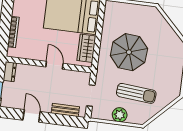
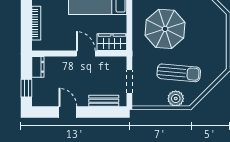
wardrobe: (86, 48) -> (112, 42), moved, turned 90
plant: (120, 115) -> (176, 98), moved

